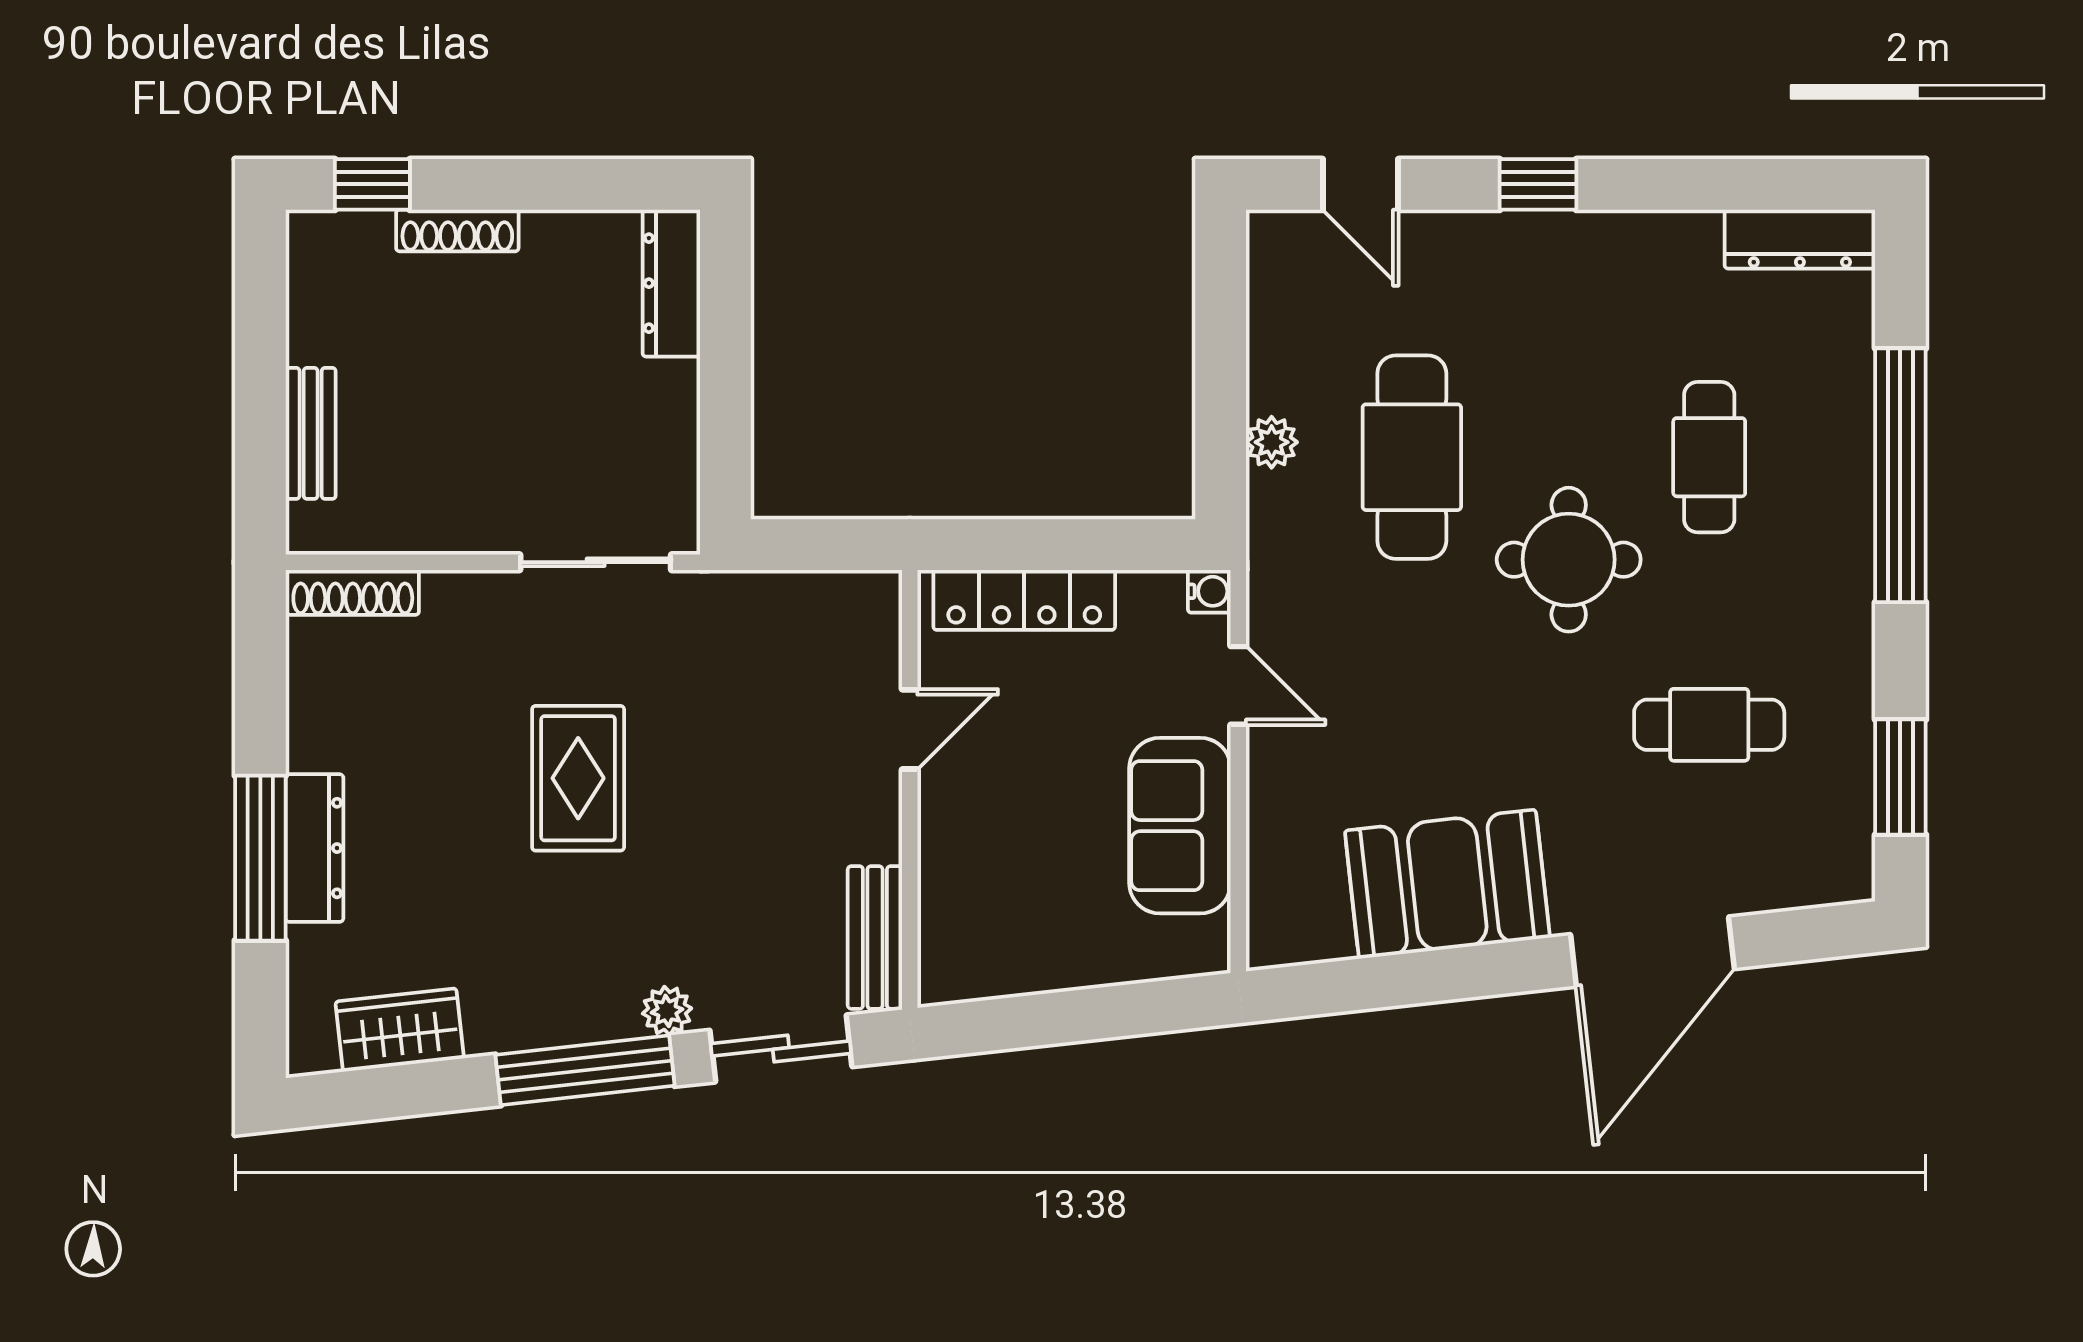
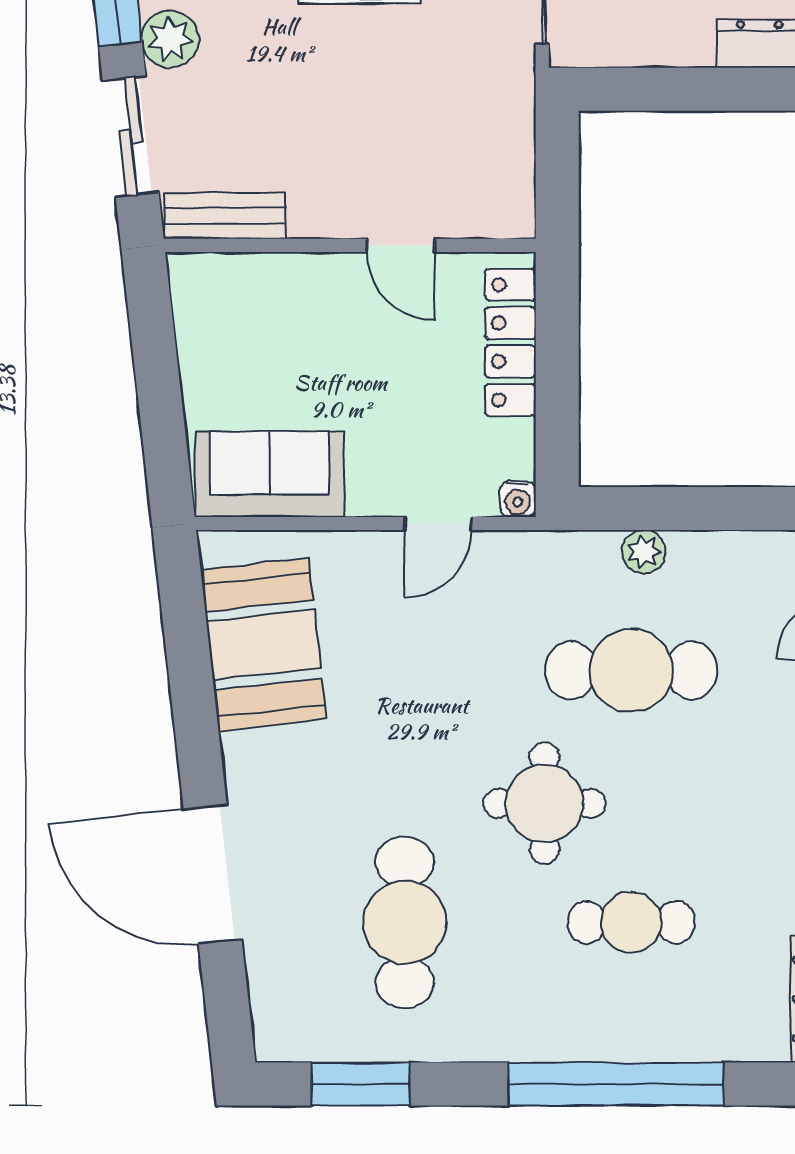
cafe table: (1709, 725) -> (405, 922), width x1.37, depth x1.35
sofa: (1180, 826) -> (270, 474), moved
booth: (1447, 884) -> (264, 645), moved
plant: (667, 1011) -> (170, 39), width x1.38, depth x1.38

